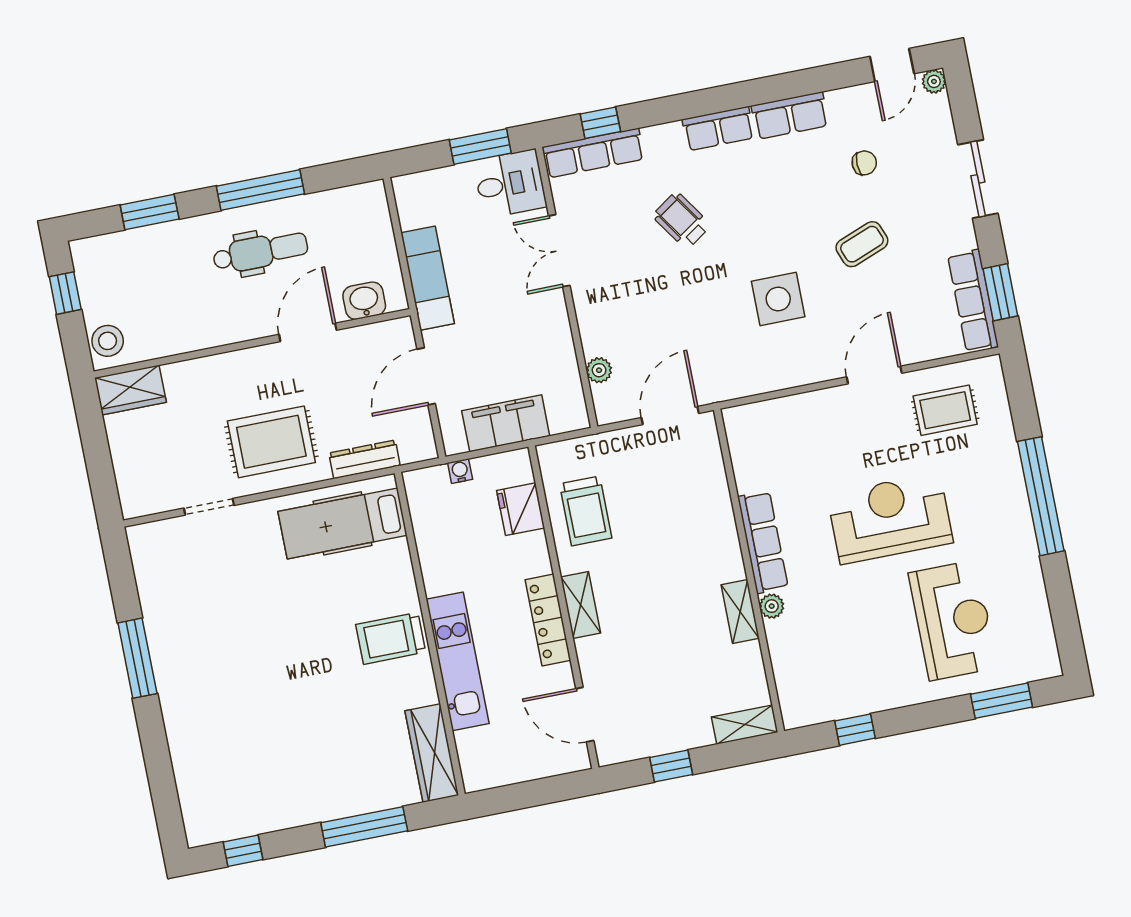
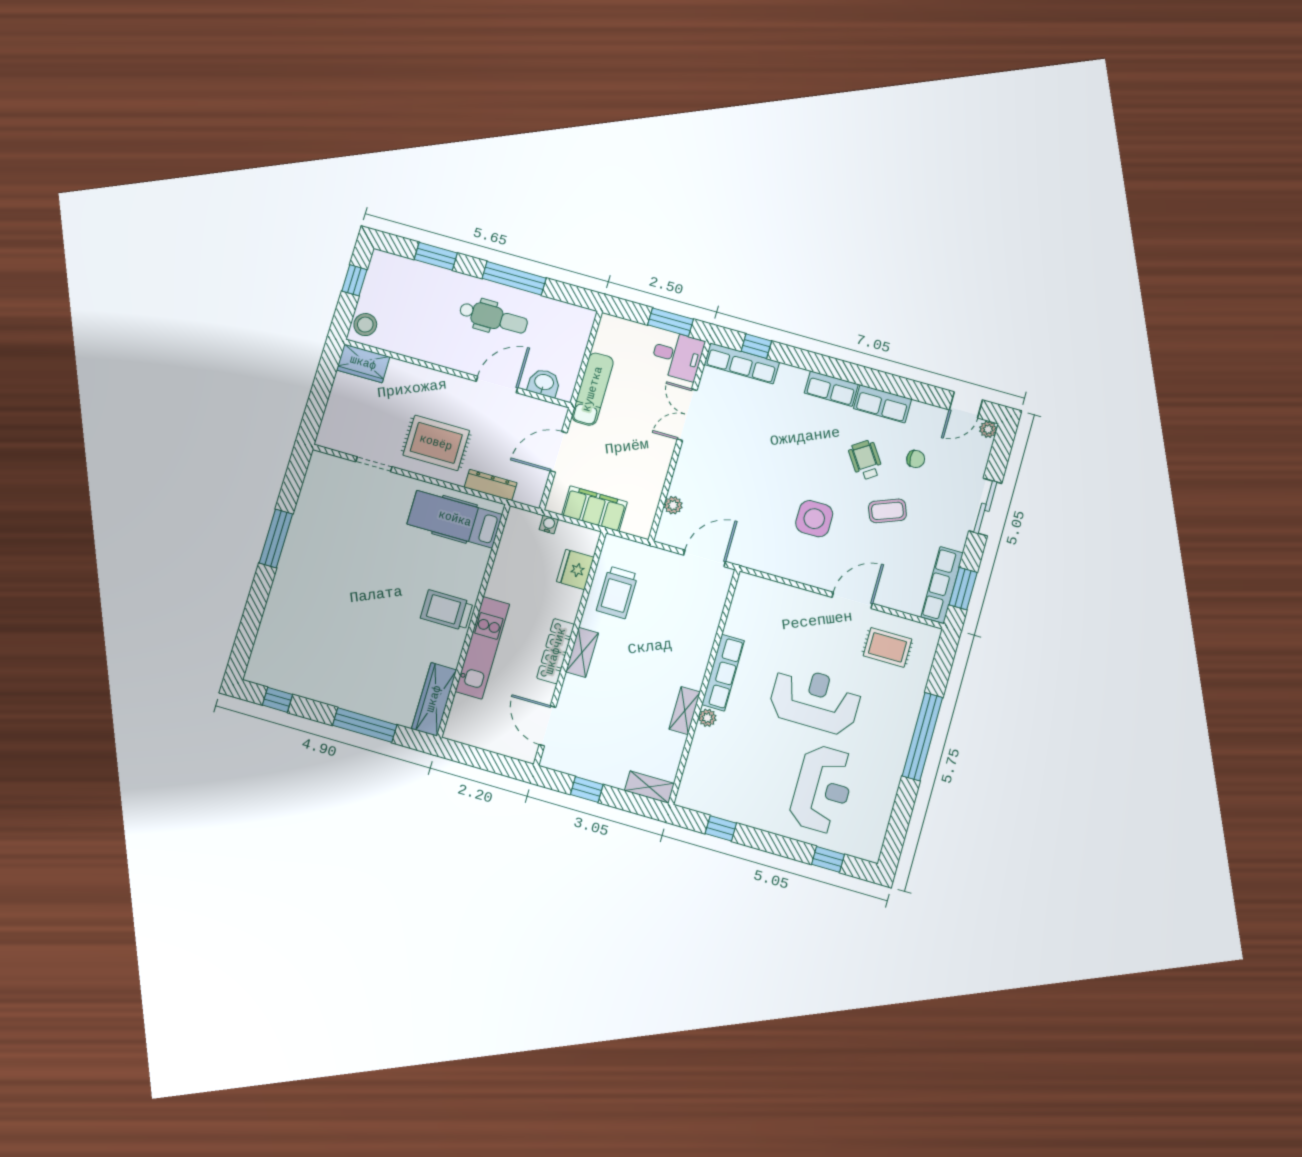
wheelchair: (682, 220) -> (866, 460), moved
window: (1001, 701) -> (828, 859), width x0.67

